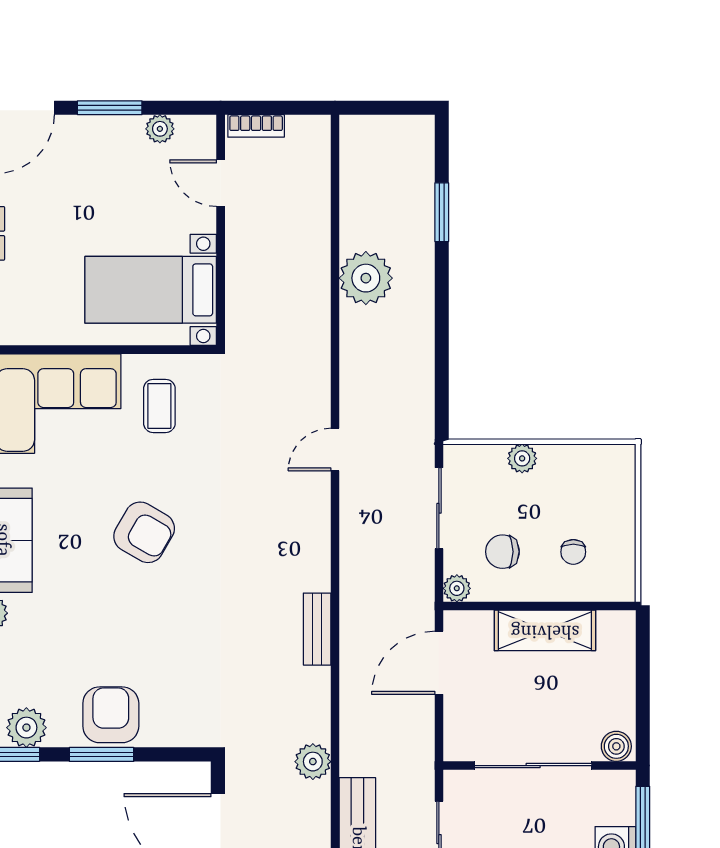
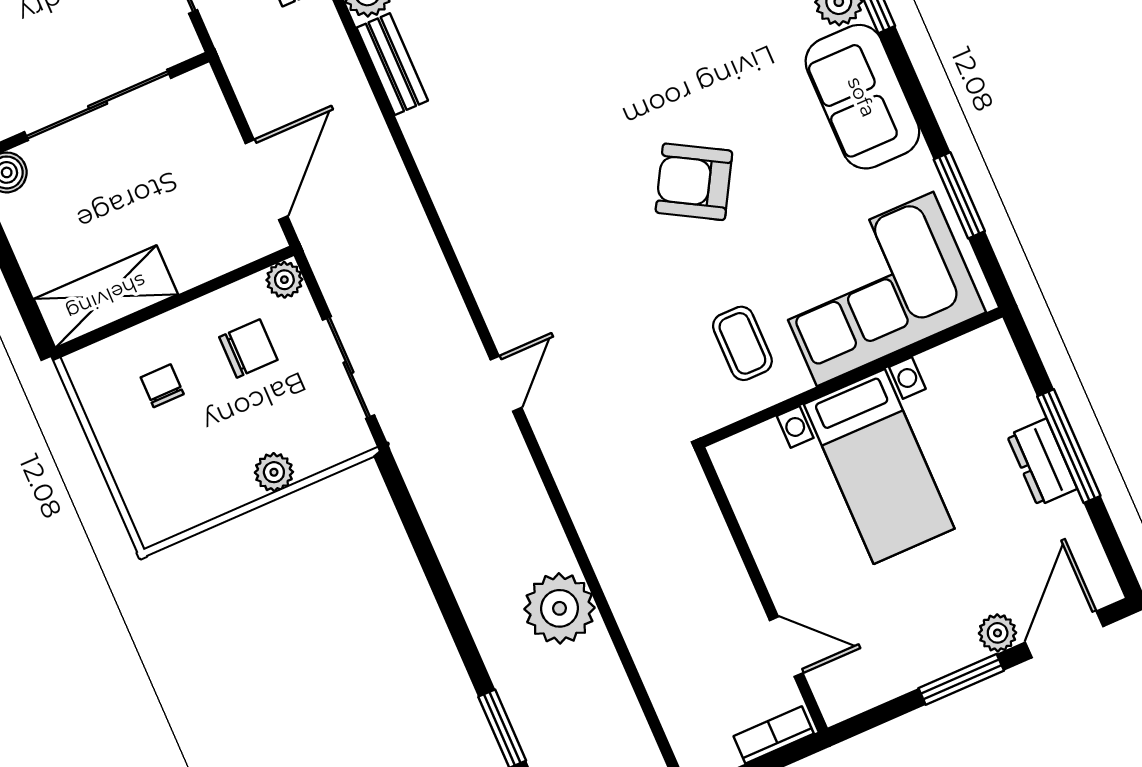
plant: (160, 129) -> (998, 633), moved
bed with nightstands: (151, 290) -> (879, 466), moved, turned 90
bench: (317, 629) -> (392, 64), moved
shelving: (545, 630) -> (106, 297), moved

